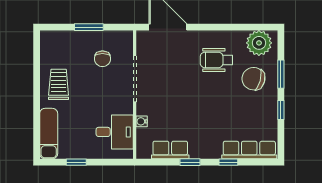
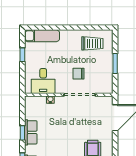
chair: (102, 59) -> (79, 74), moved
trolley: (59, 84) -> (92, 43), moved
row of seats: (170, 150) -> (31, 132), moved

